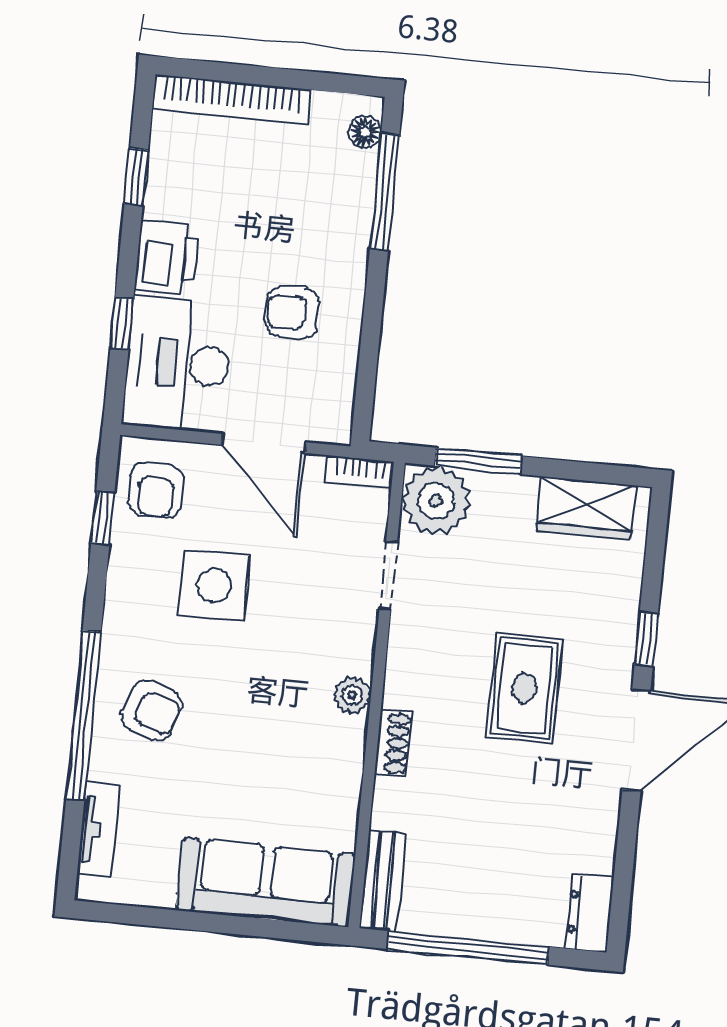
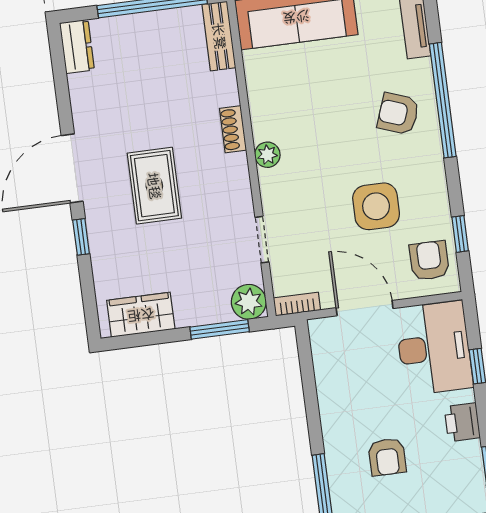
printer: (167, 258) -> (462, 422), width x0.73, depth x0.81
armchair: (292, 312) -> (387, 457), moved, turned 90
plant: (436, 501) -> (249, 302), width x0.73, depth x0.73

